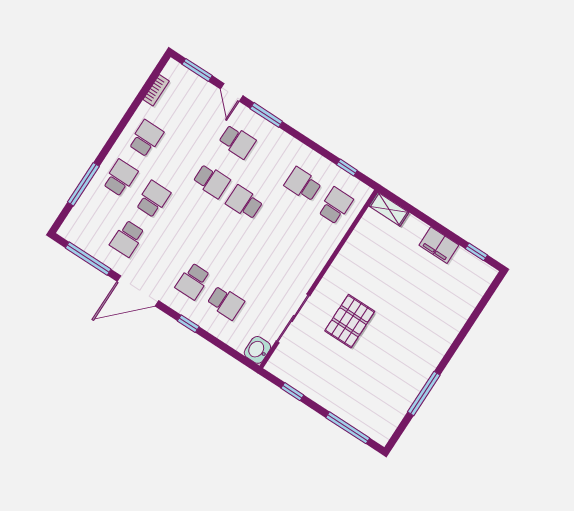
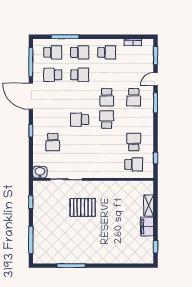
shelving: (389, 209) -> (149, 205), moved
school desk: (95, 217) -> (53, 52), added
school desk: (193, 281) -> (80, 120), moved

